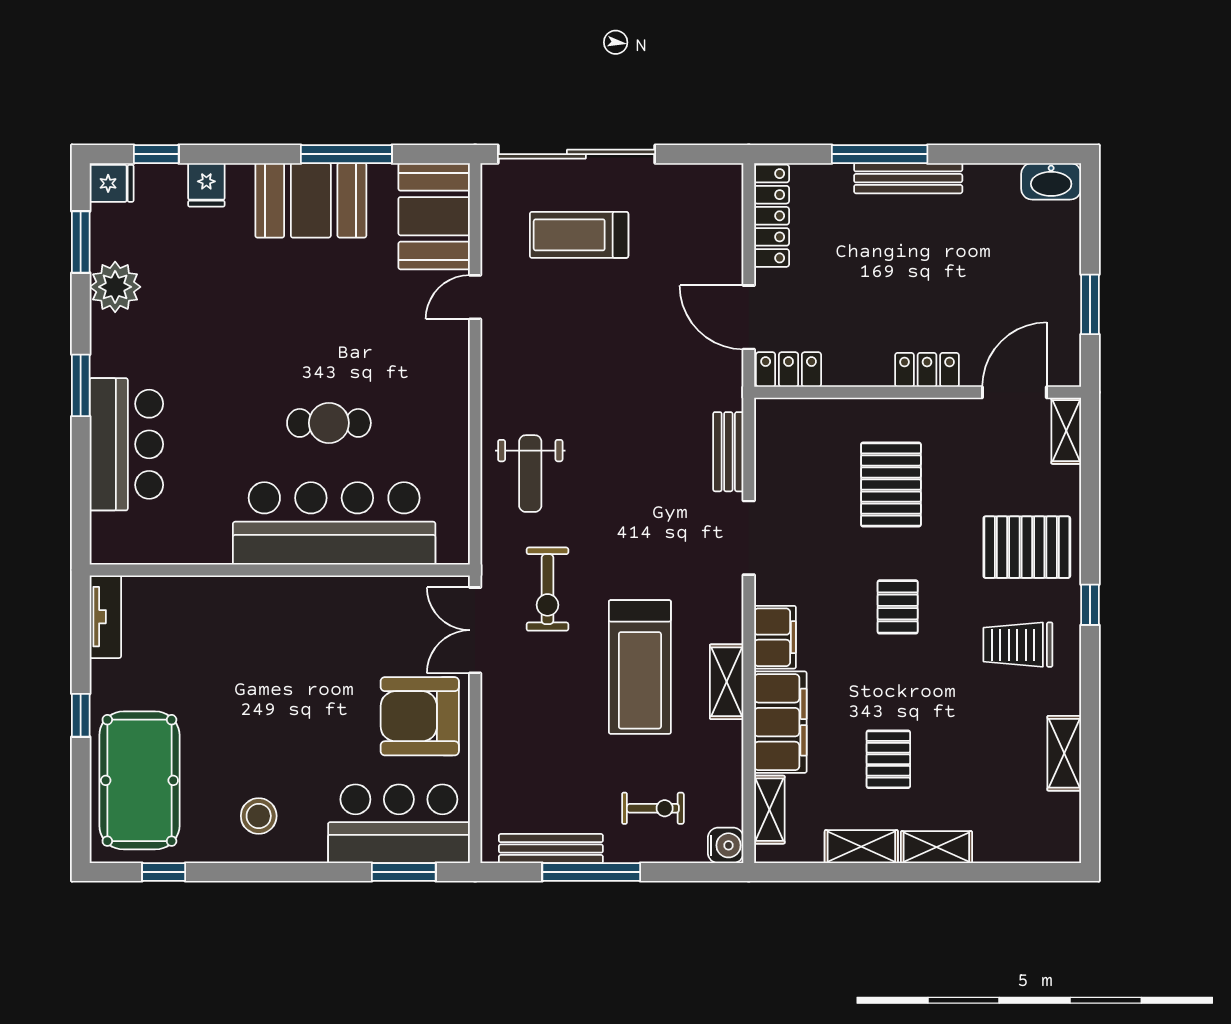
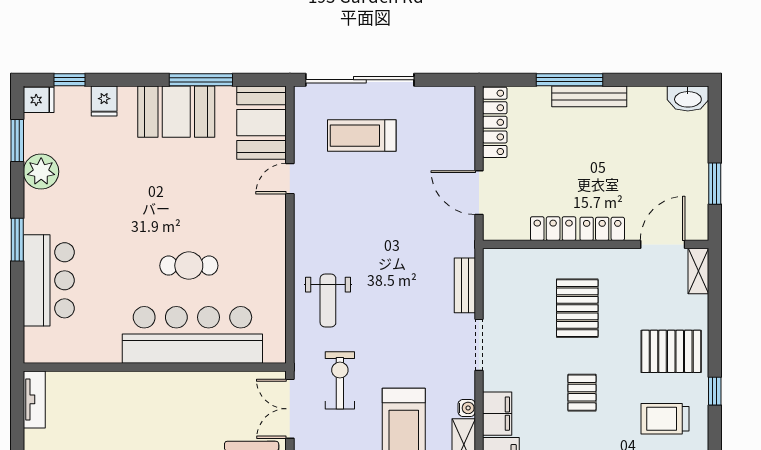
locker: (789, 370) -> (553, 229), moved
exercise bike: (547, 589) -> (340, 380), turned 180
water cooler: (731, 629) -> (467, 408), added

